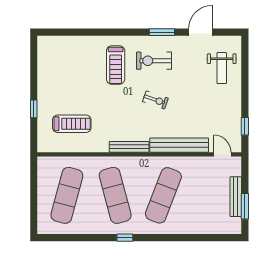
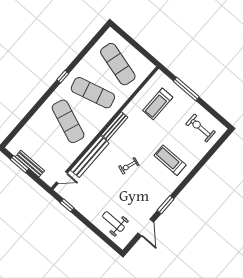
exercise bike: (154, 61) -> (201, 128), moved, turned -90
window: (34, 109) -> (186, 89), width x2.17

